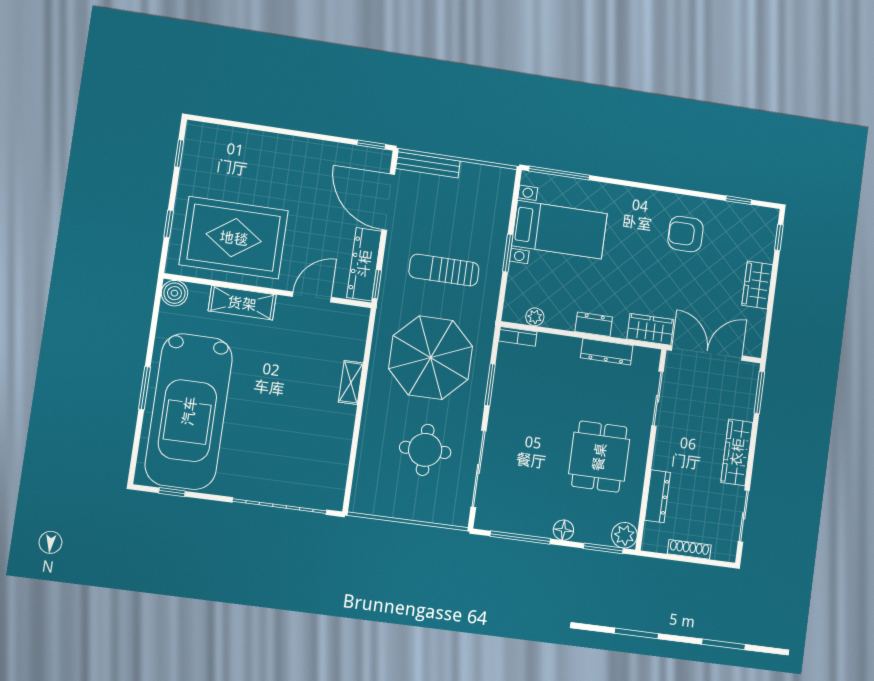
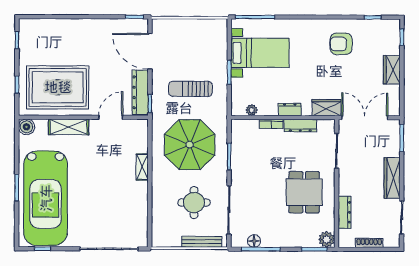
bench: (428, 165) -> (202, 242), moved
bookcase: (518, 336) -> (271, 124), moved
floor lamp: (563, 530) -> (254, 241), moved

